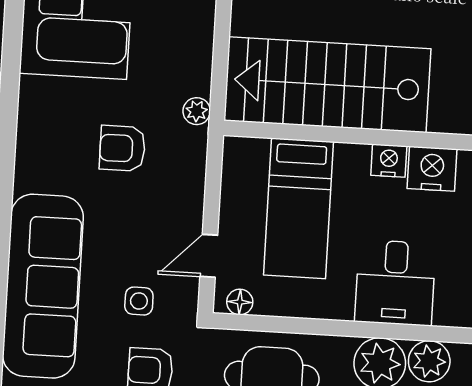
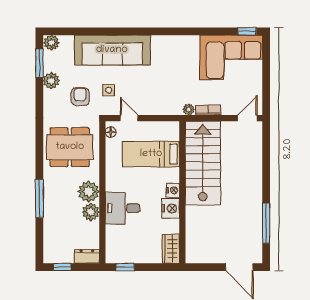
bookcase: (201, 65) -> (208, 110), added
armchair: (122, 148) -> (171, 80), removed
desk: (395, 283) -> (122, 208), moved

